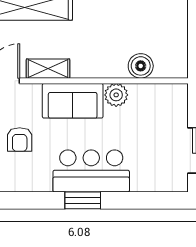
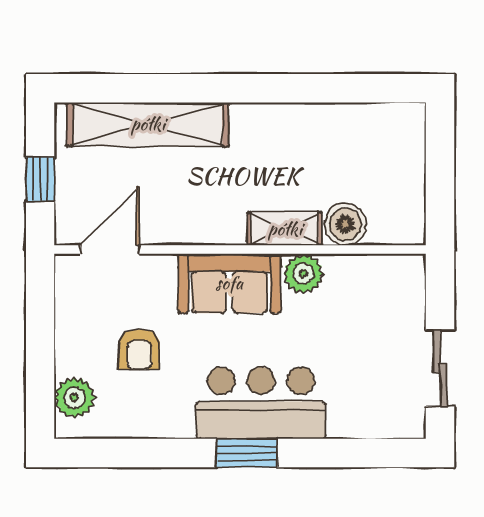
shelving: (48, 69) -> (285, 229), moved

